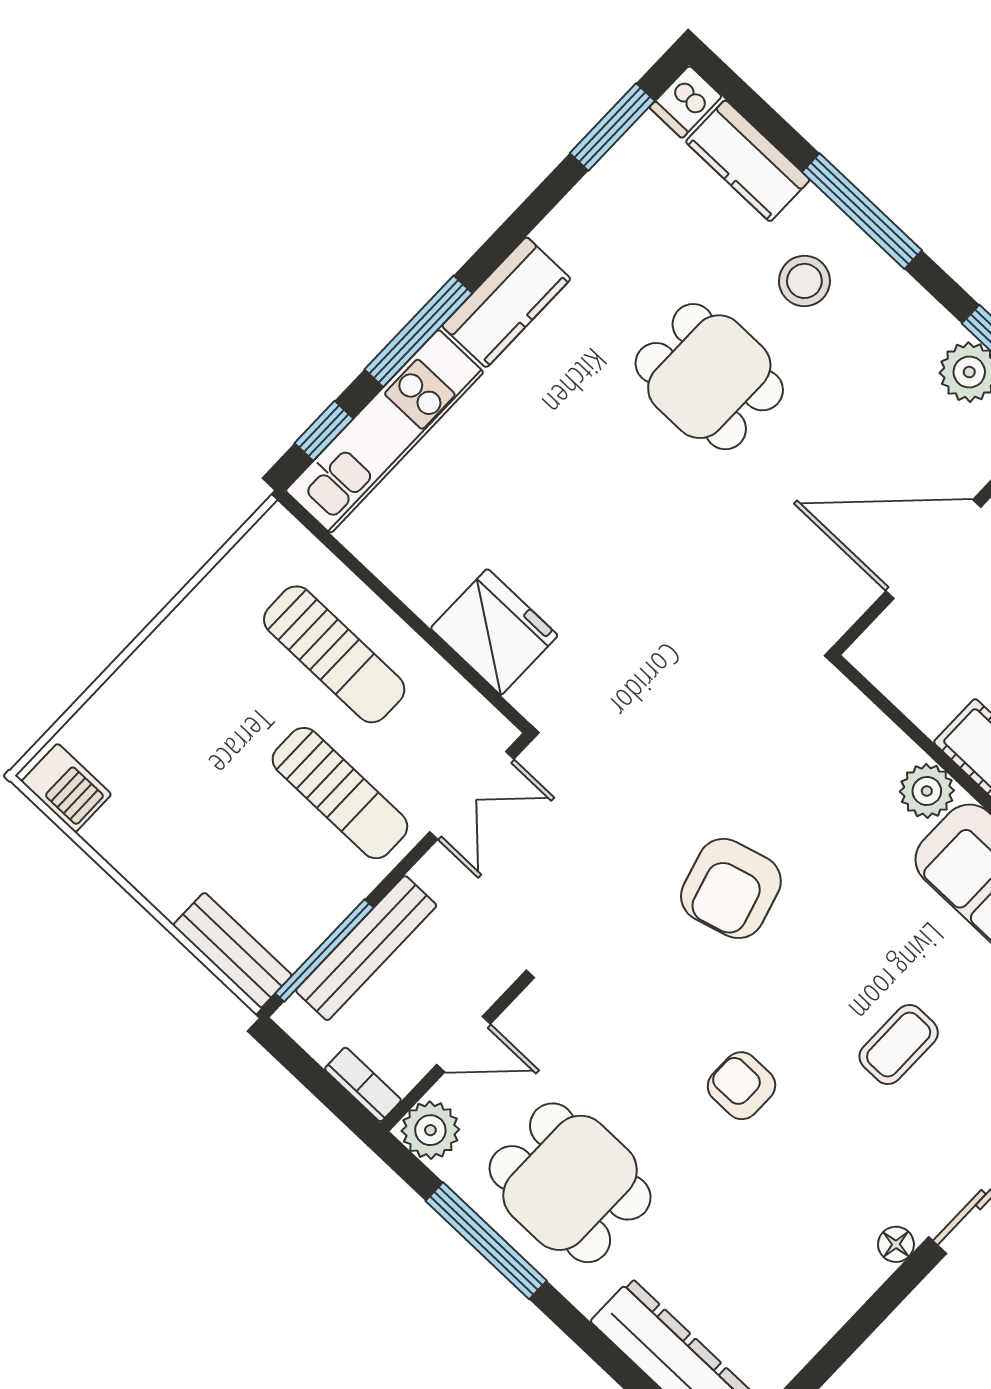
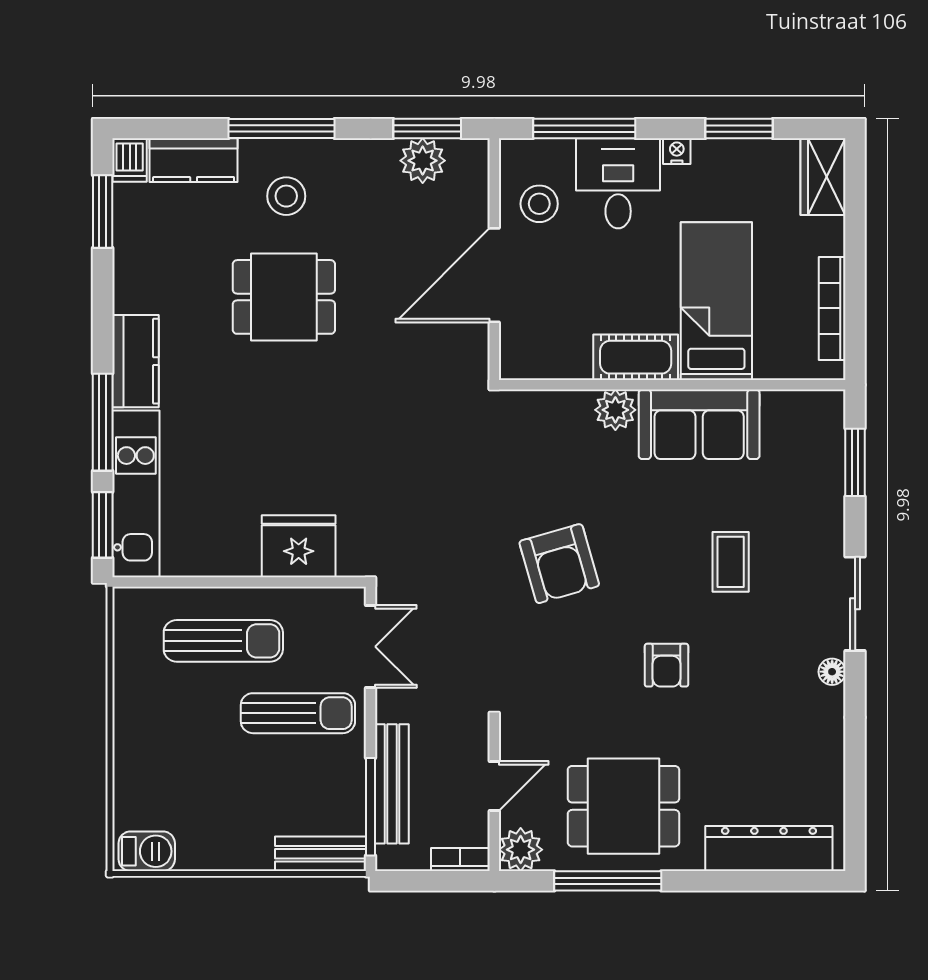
window: (324, 431) -> (103, 525), width x1.50
armchair: (741, 1086) -> (666, 665), turned -90

